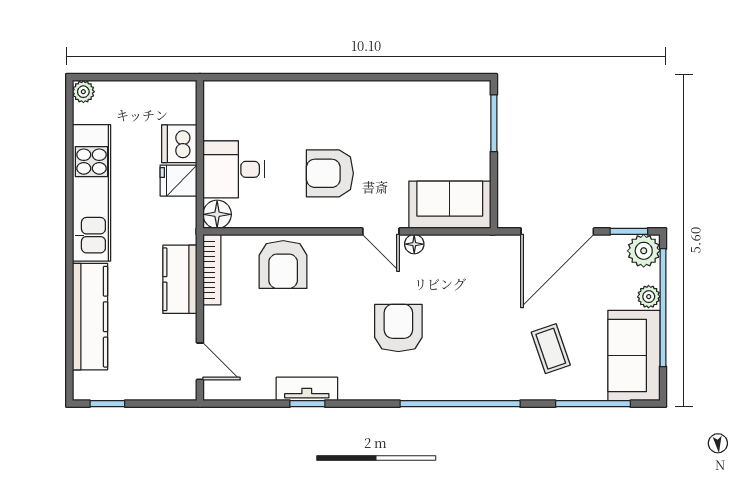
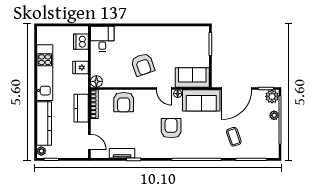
plant: (83, 92) -> (41, 151), moved
dishwasher: (179, 144) -> (81, 42), moved
desk: (234, 169) -> (102, 39), moved, turned 90
armchair: (330, 173) -> (143, 65), turned -109
sofa: (634, 355) -> (201, 100), moved, turned -90
tv unit: (307, 389) -> (122, 153), moved

